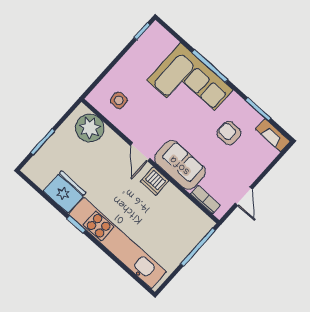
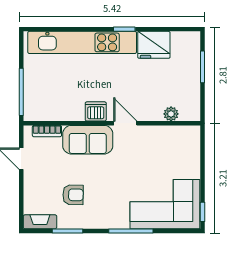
corner sofa: (190, 85) -> (165, 204), moved
side table: (119, 100) -> (174, 147), removed
plant: (90, 128) -> (171, 114), width x0.53, depth x0.53

